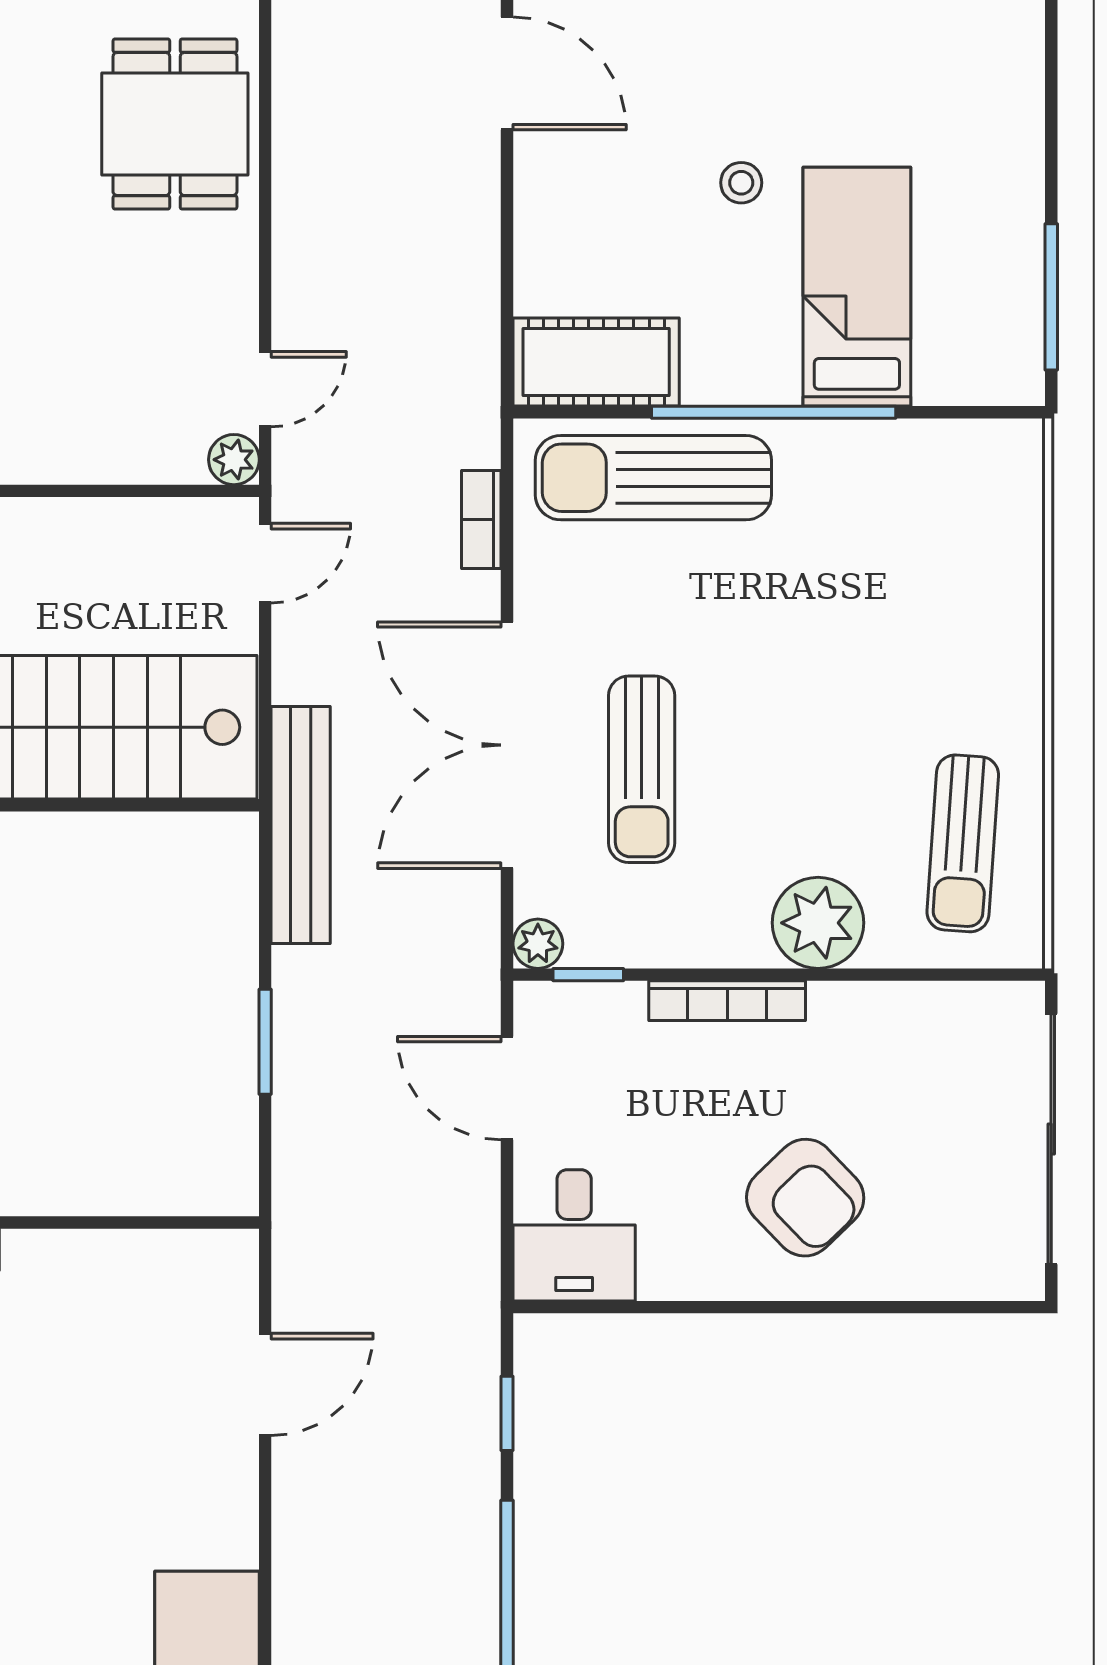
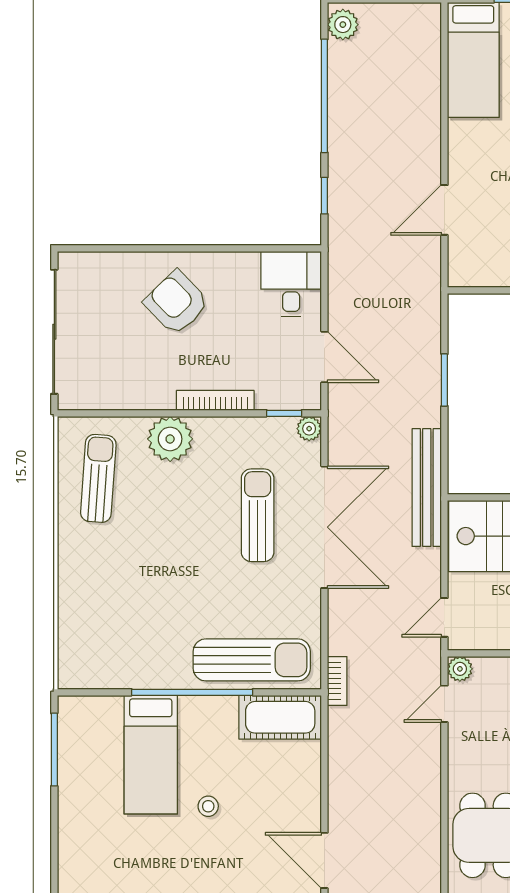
bookcase: (481, 519) -> (337, 681), moved

